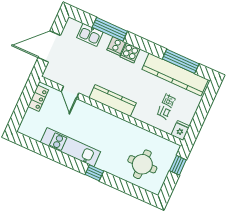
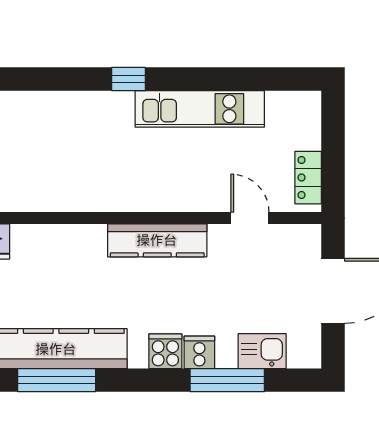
round table: (142, 164) -> (40, 139), removed

